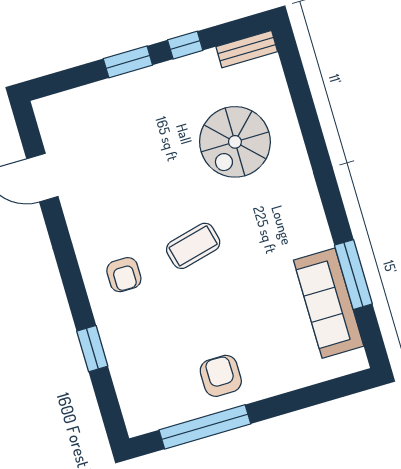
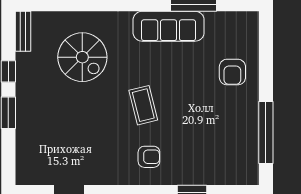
sofa: (329, 303) -> (169, 26), moved
armchair: (221, 376) -> (232, 72), moved, turned -90

